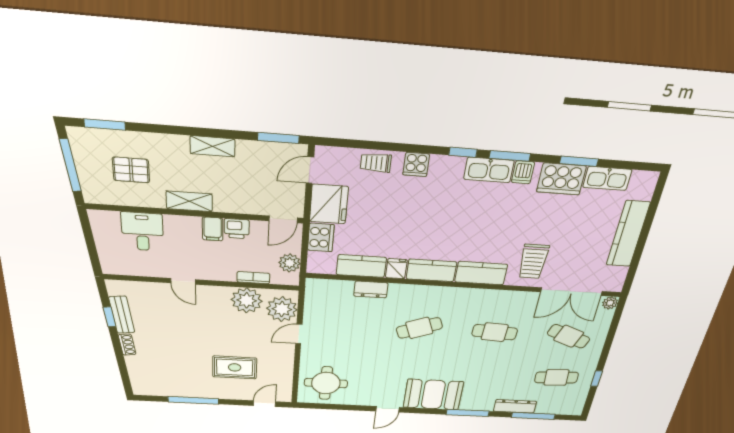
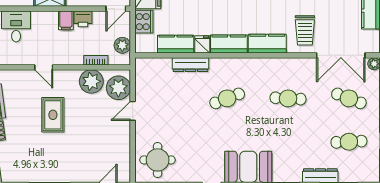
dresser: (371, 290) -> (191, 65), width x1.44
rug: (235, 367) -> (53, 115), moved, turned 90

